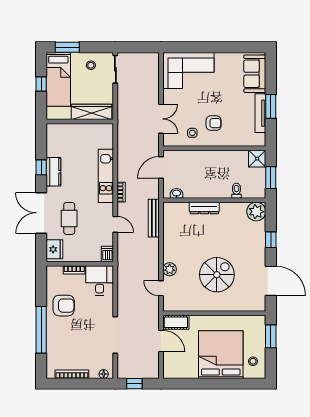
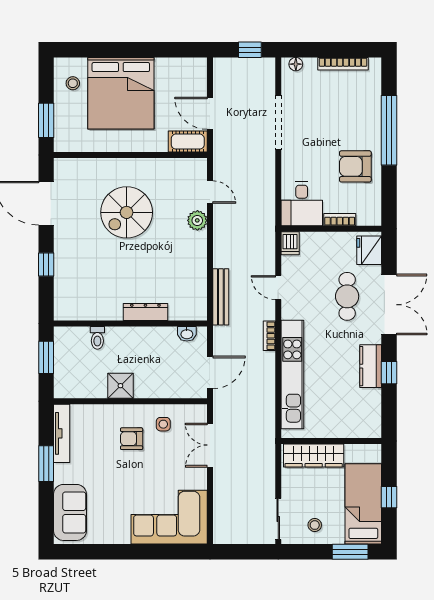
tv unit: (260, 113) -> (62, 433), moved
shower: (257, 159) -> (120, 386), moved
kitchen unit: (106, 176) -> (292, 374), width x1.36
plant: (256, 212) -> (68, 307), removed

